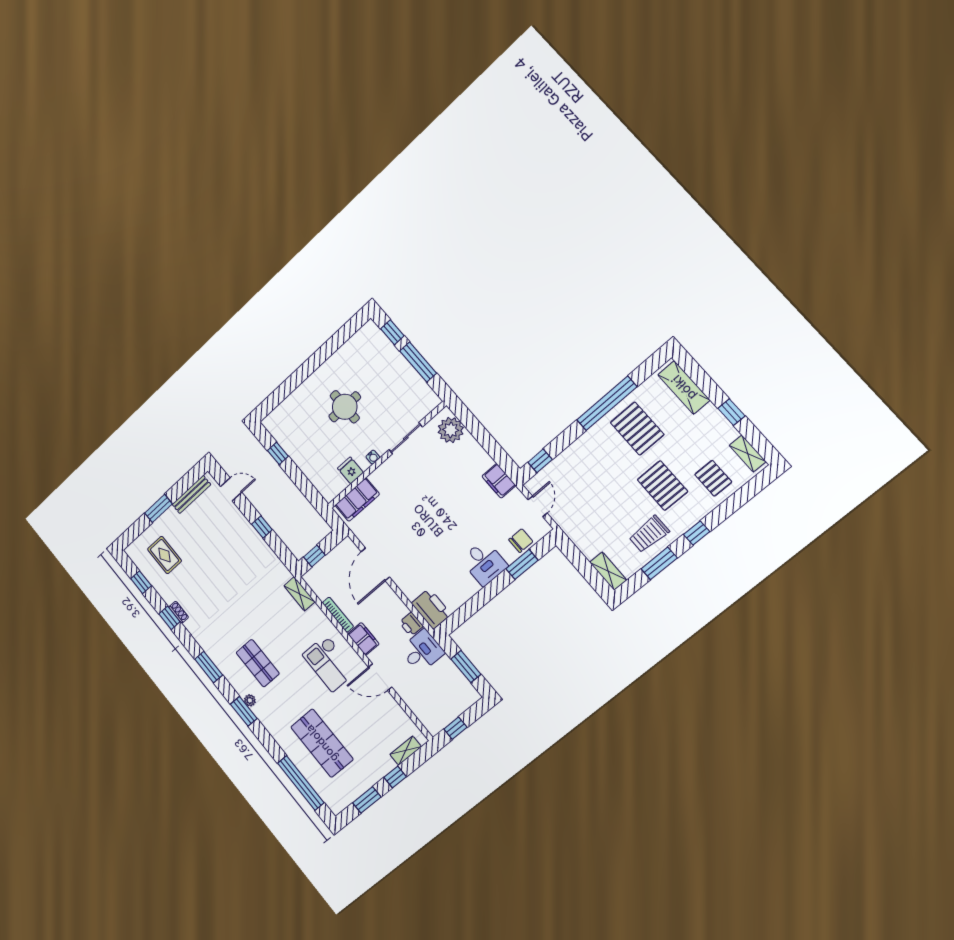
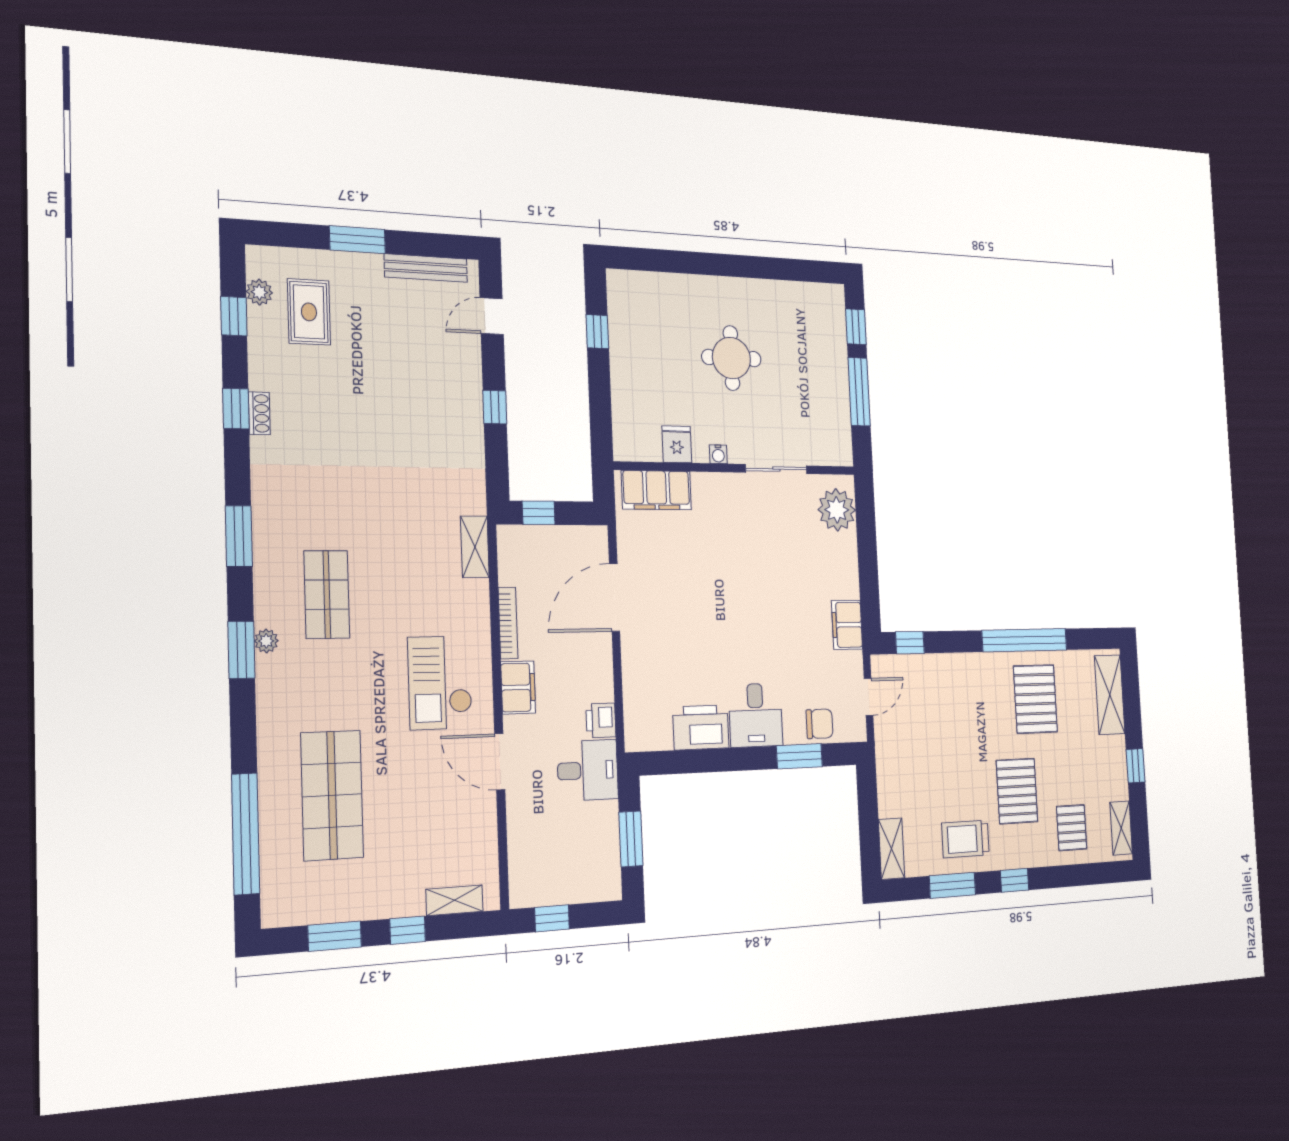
door: (231, 489) -> (492, 316), swing flipped
plant: (142, 564) -> (259, 292), added
printer: (431, 609) -> (701, 727), moved, turned -90

